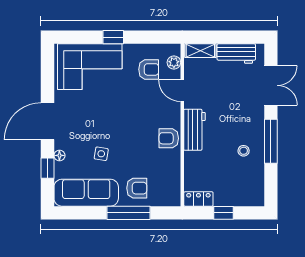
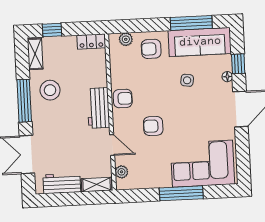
window: (113, 37) -> (181, 193), width x2.17
armchair: (149, 69) -> (153, 126), moved
stool: (244, 151) -> (50, 90), width x1.89, depth x1.89
shelving: (257, 189) -> (35, 54), added
plant: (163, 199) -> (126, 39), added
window: (128, 213) -> (191, 23), moved
window: (223, 213) -> (52, 30), moved

